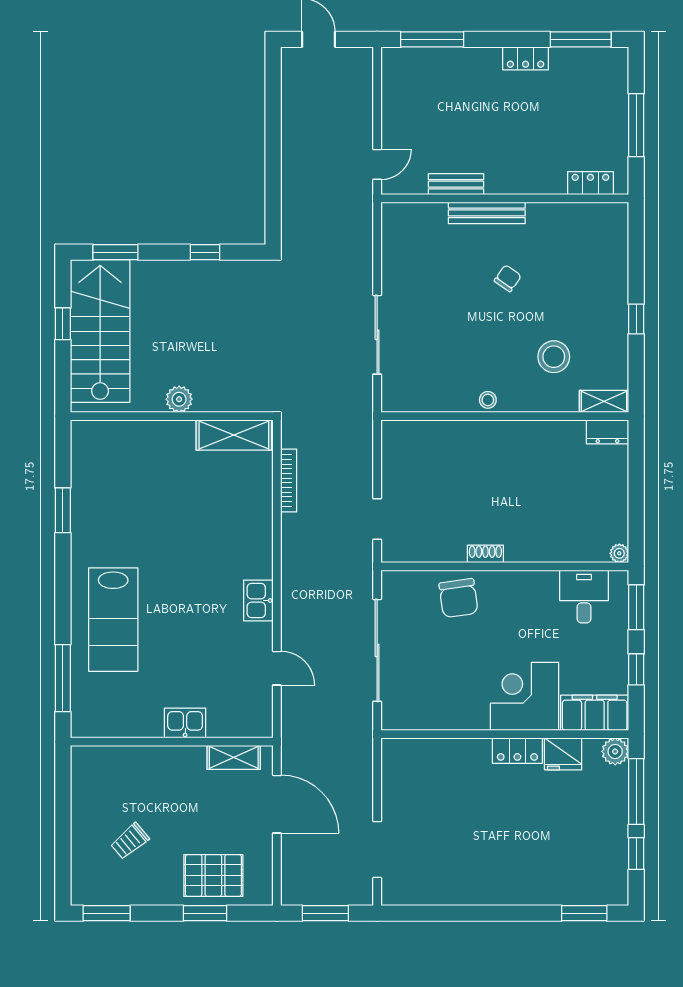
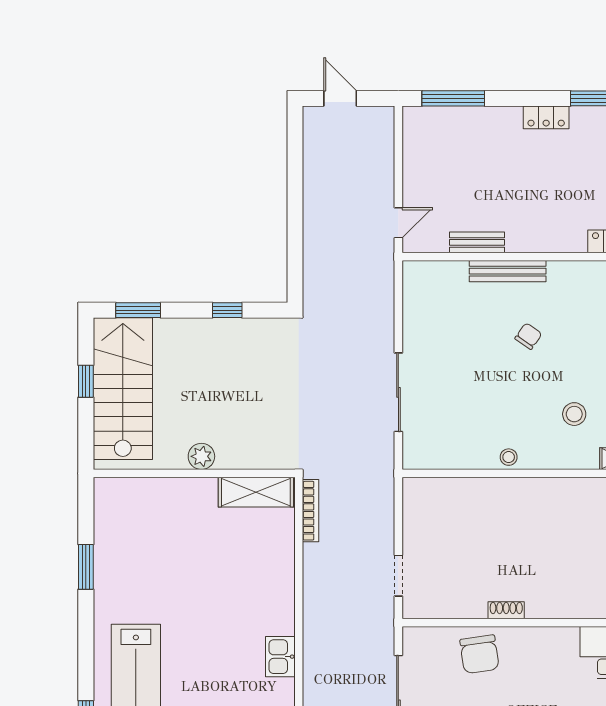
stool: (554, 357) -> (574, 414), width x0.73, depth x0.73
bookcase: (289, 481) -> (310, 511), moved

